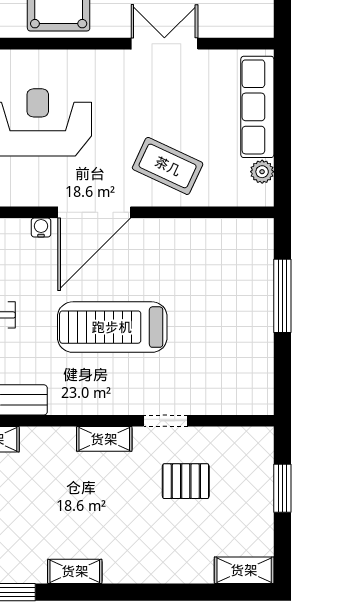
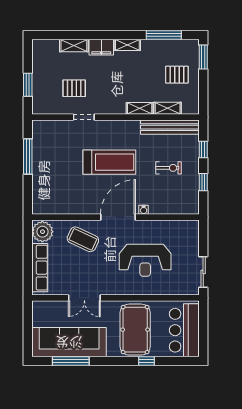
plant: (262, 172) -> (42, 232), width x1.88, depth x1.88
window: (282, 296) -> (28, 156), moved
shelving: (104, 439) -> (140, 108), moved
filing cabinet: (129, 567) -> (101, 47), added
shelving: (244, 570) -> (74, 45), moved

